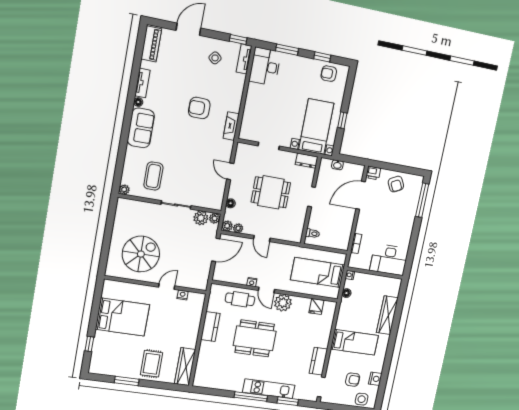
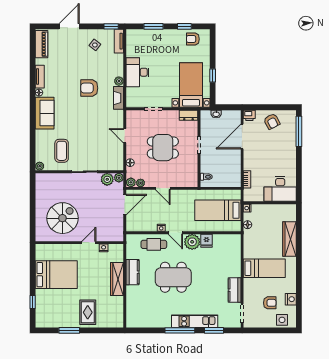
desk: (265, 66) -> (138, 72), moved
plant: (235, 106) -> (119, 81), added
fridge: (316, 306) -> (206, 241), moved
wardrobe: (185, 367) -> (117, 279), moved

